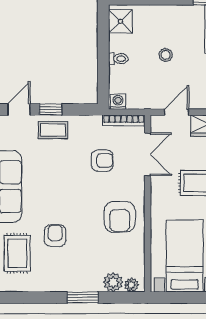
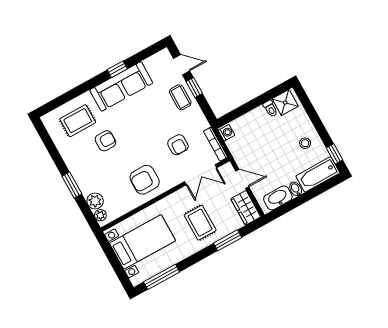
stool: (166, 55) -> (305, 143), moved
toilet: (118, 59) -> (270, 109), moved

